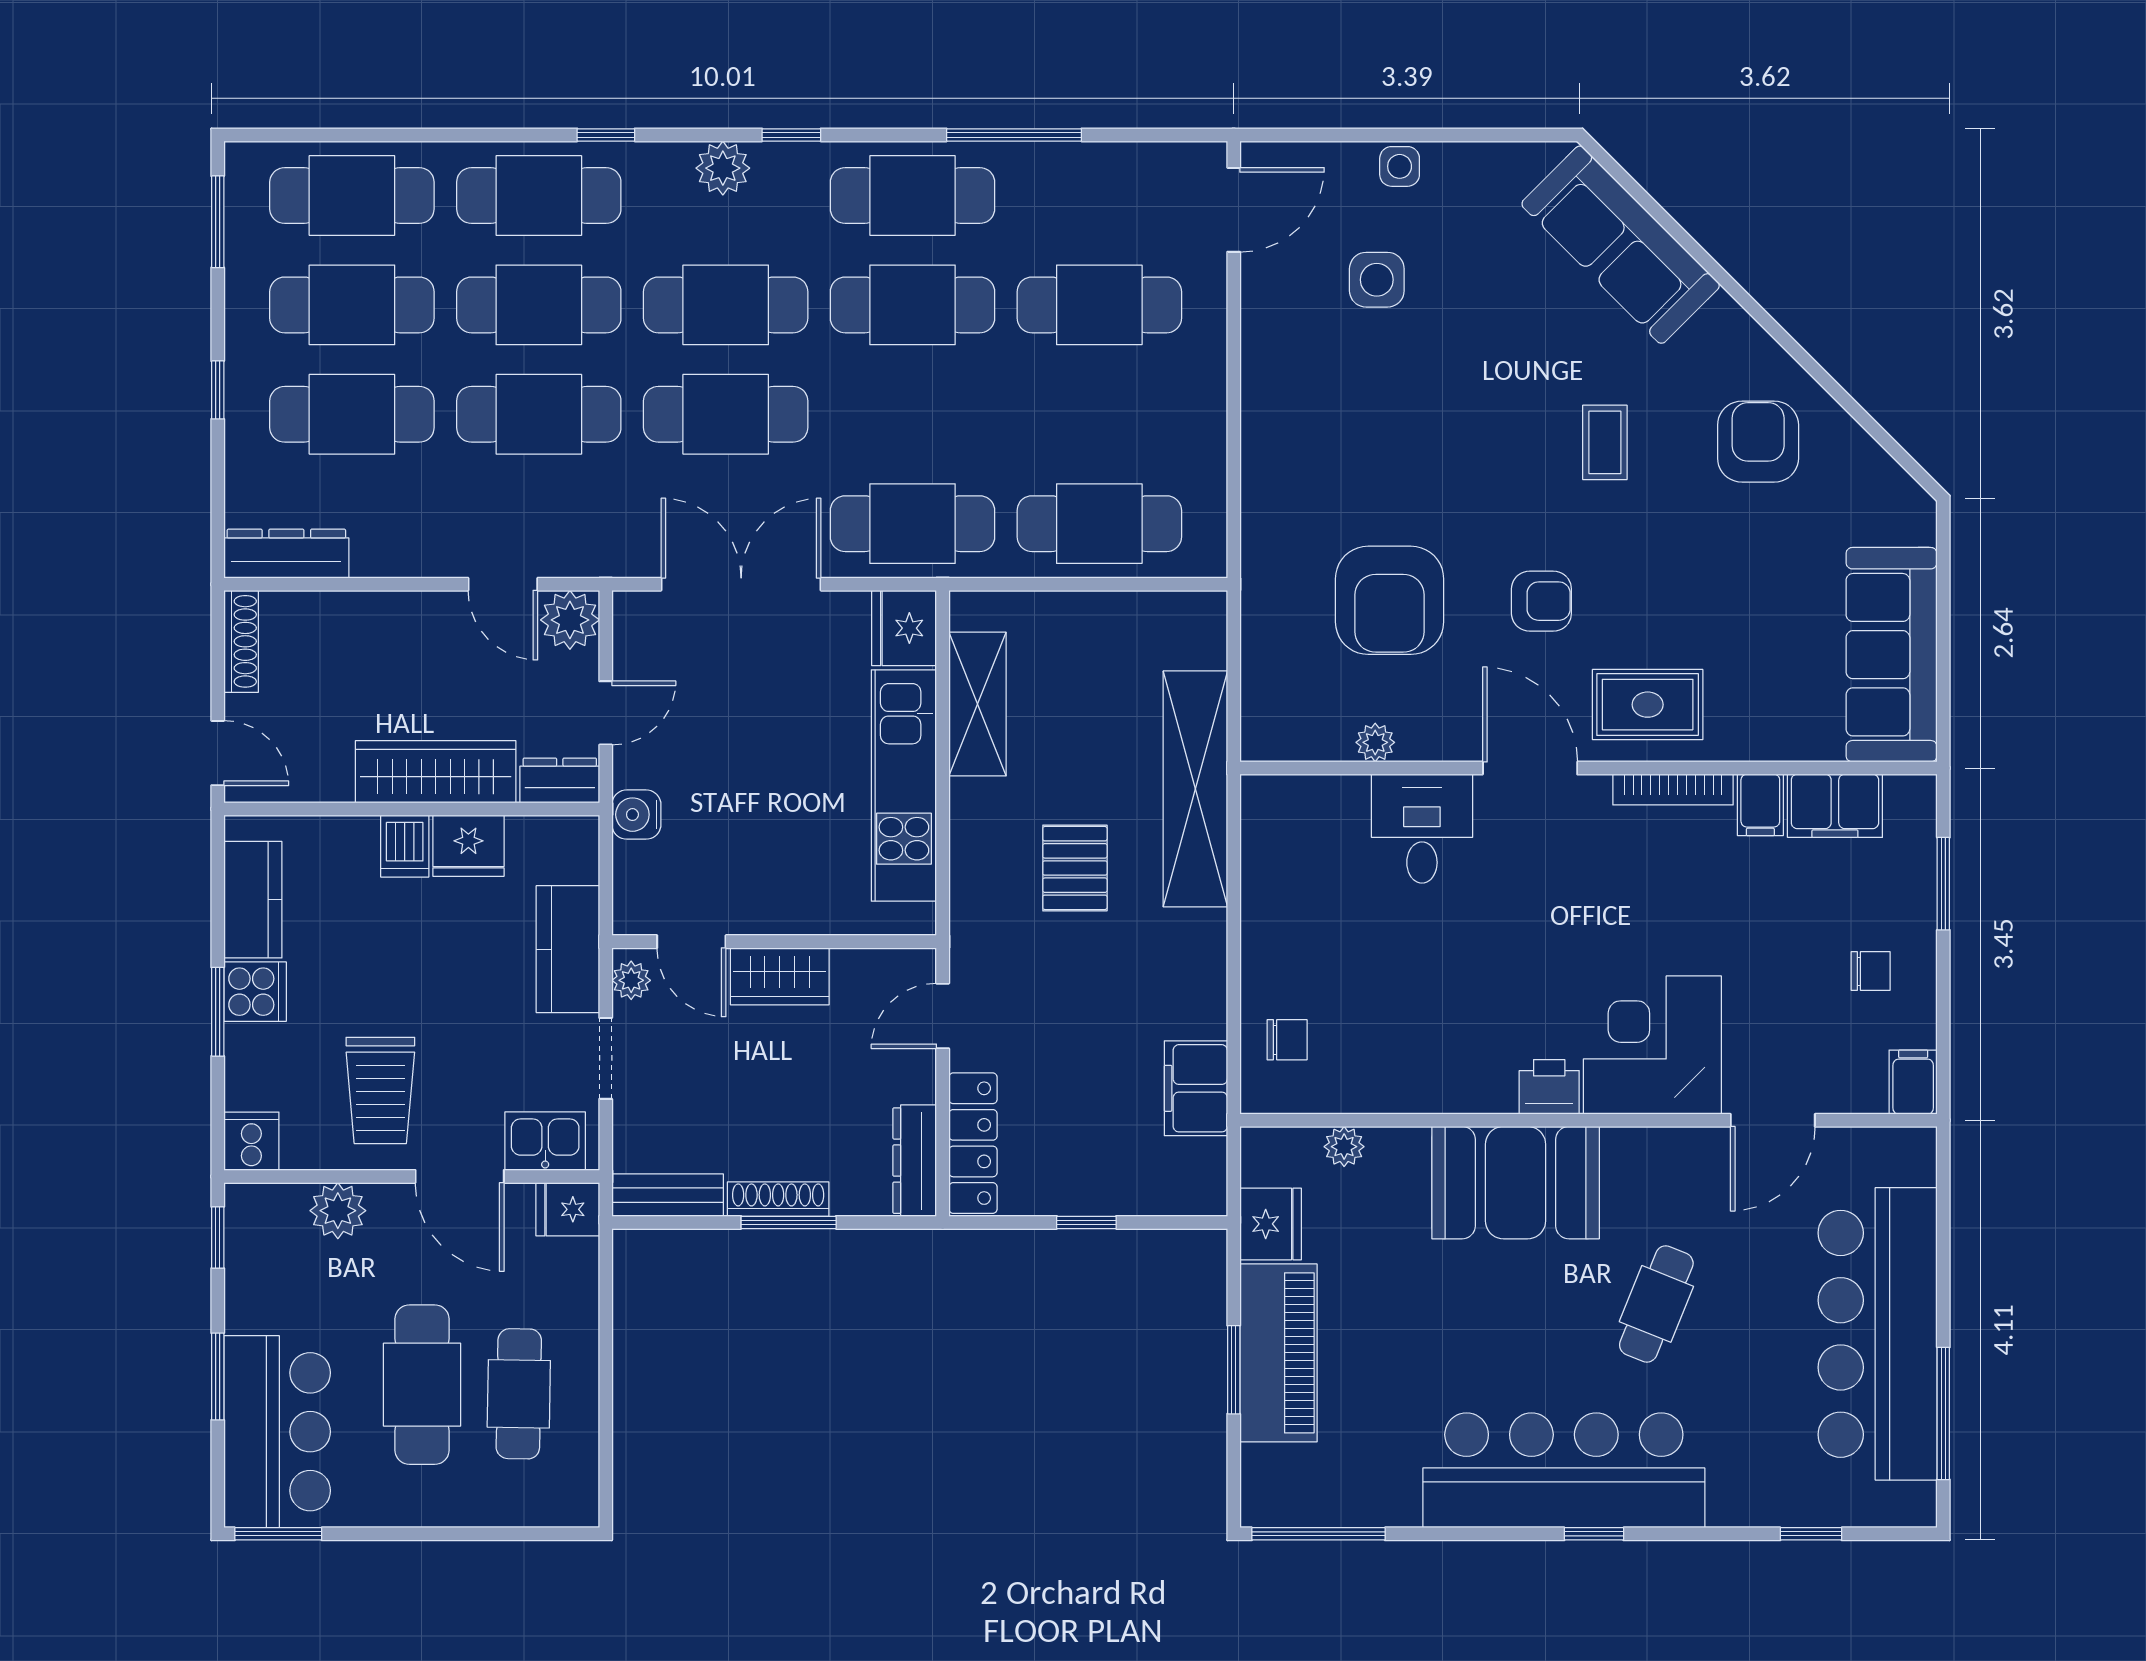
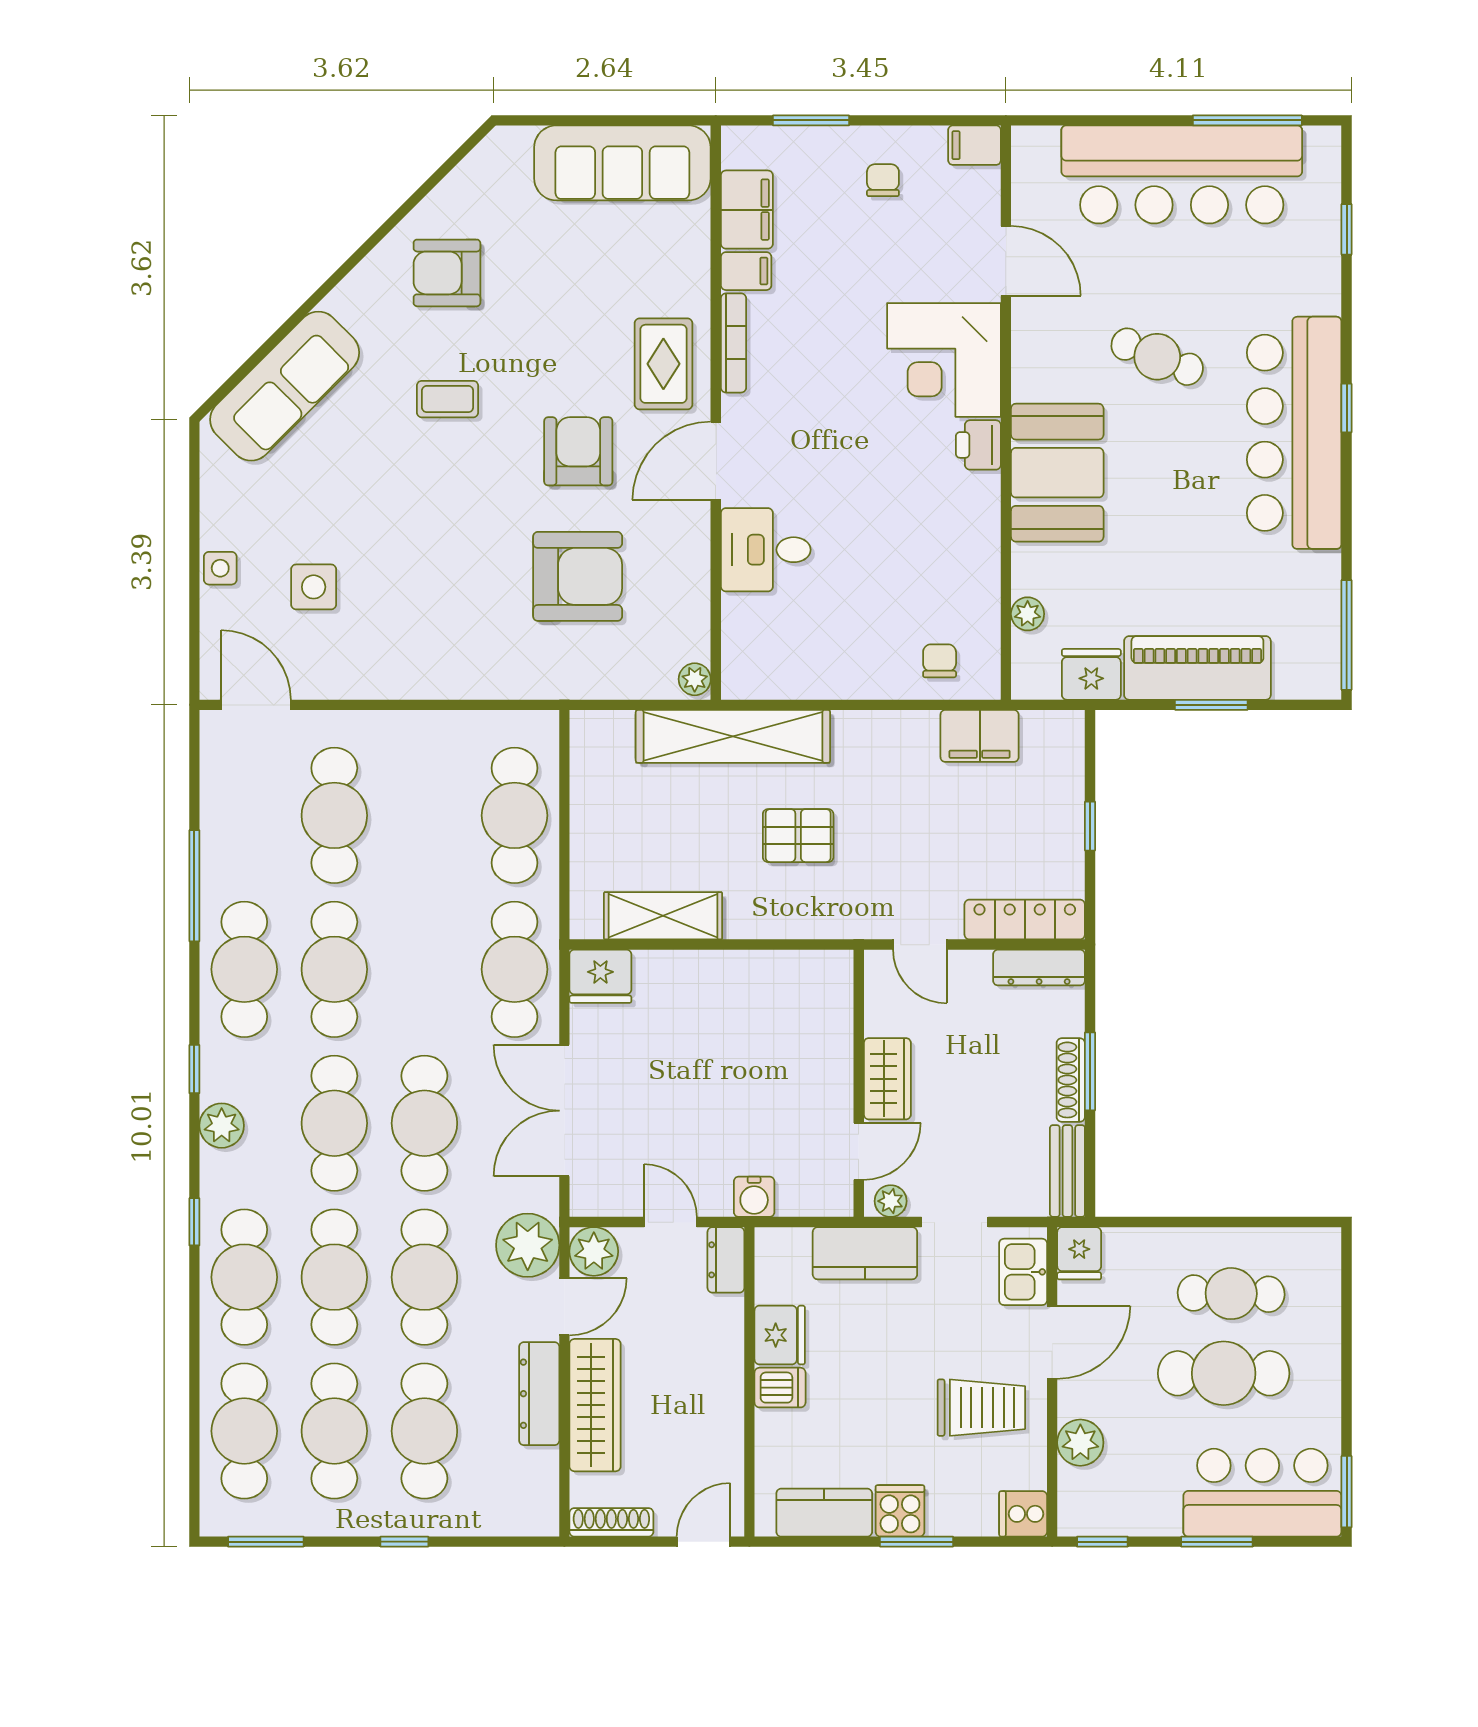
plant: (577, 540) -> (528, 1245), added
dresser: (286, 554) -> (539, 1394), moved
armchair: (1541, 601) -> (578, 451), width x1.38, depth x1.38
plant: (1375, 742) -> (695, 679), moved
wardrobe: (436, 772) -> (595, 1405), moved, turned 180
kitchen unit: (904, 785) -> (730, 976), removed

